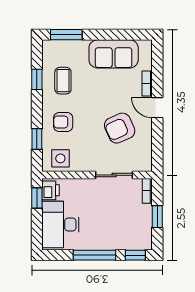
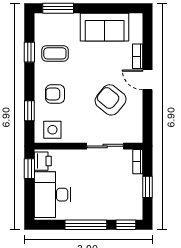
coffee table: (63, 81) -> (55, 53), turned 90
armchair: (120, 128) -> (111, 100), turned 63

